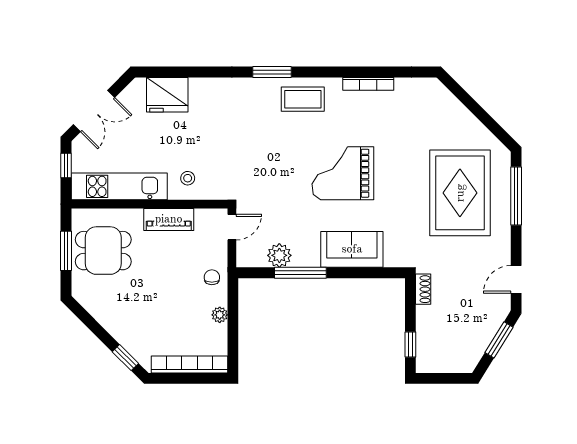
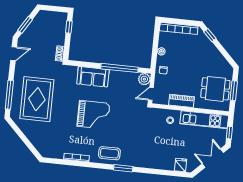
fridge: (167, 95) -> (181, 165), width x0.53, depth x0.75
plant: (279, 255) -> (144, 79), moved
window: (300, 273) -> (119, 68), width x1.46

